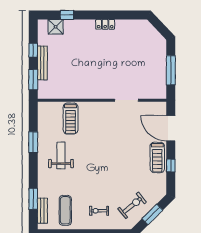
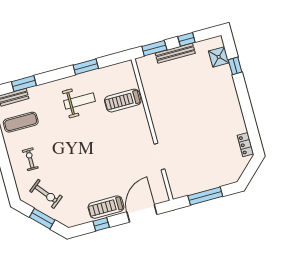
locker: (105, 24) -> (245, 145), moved

